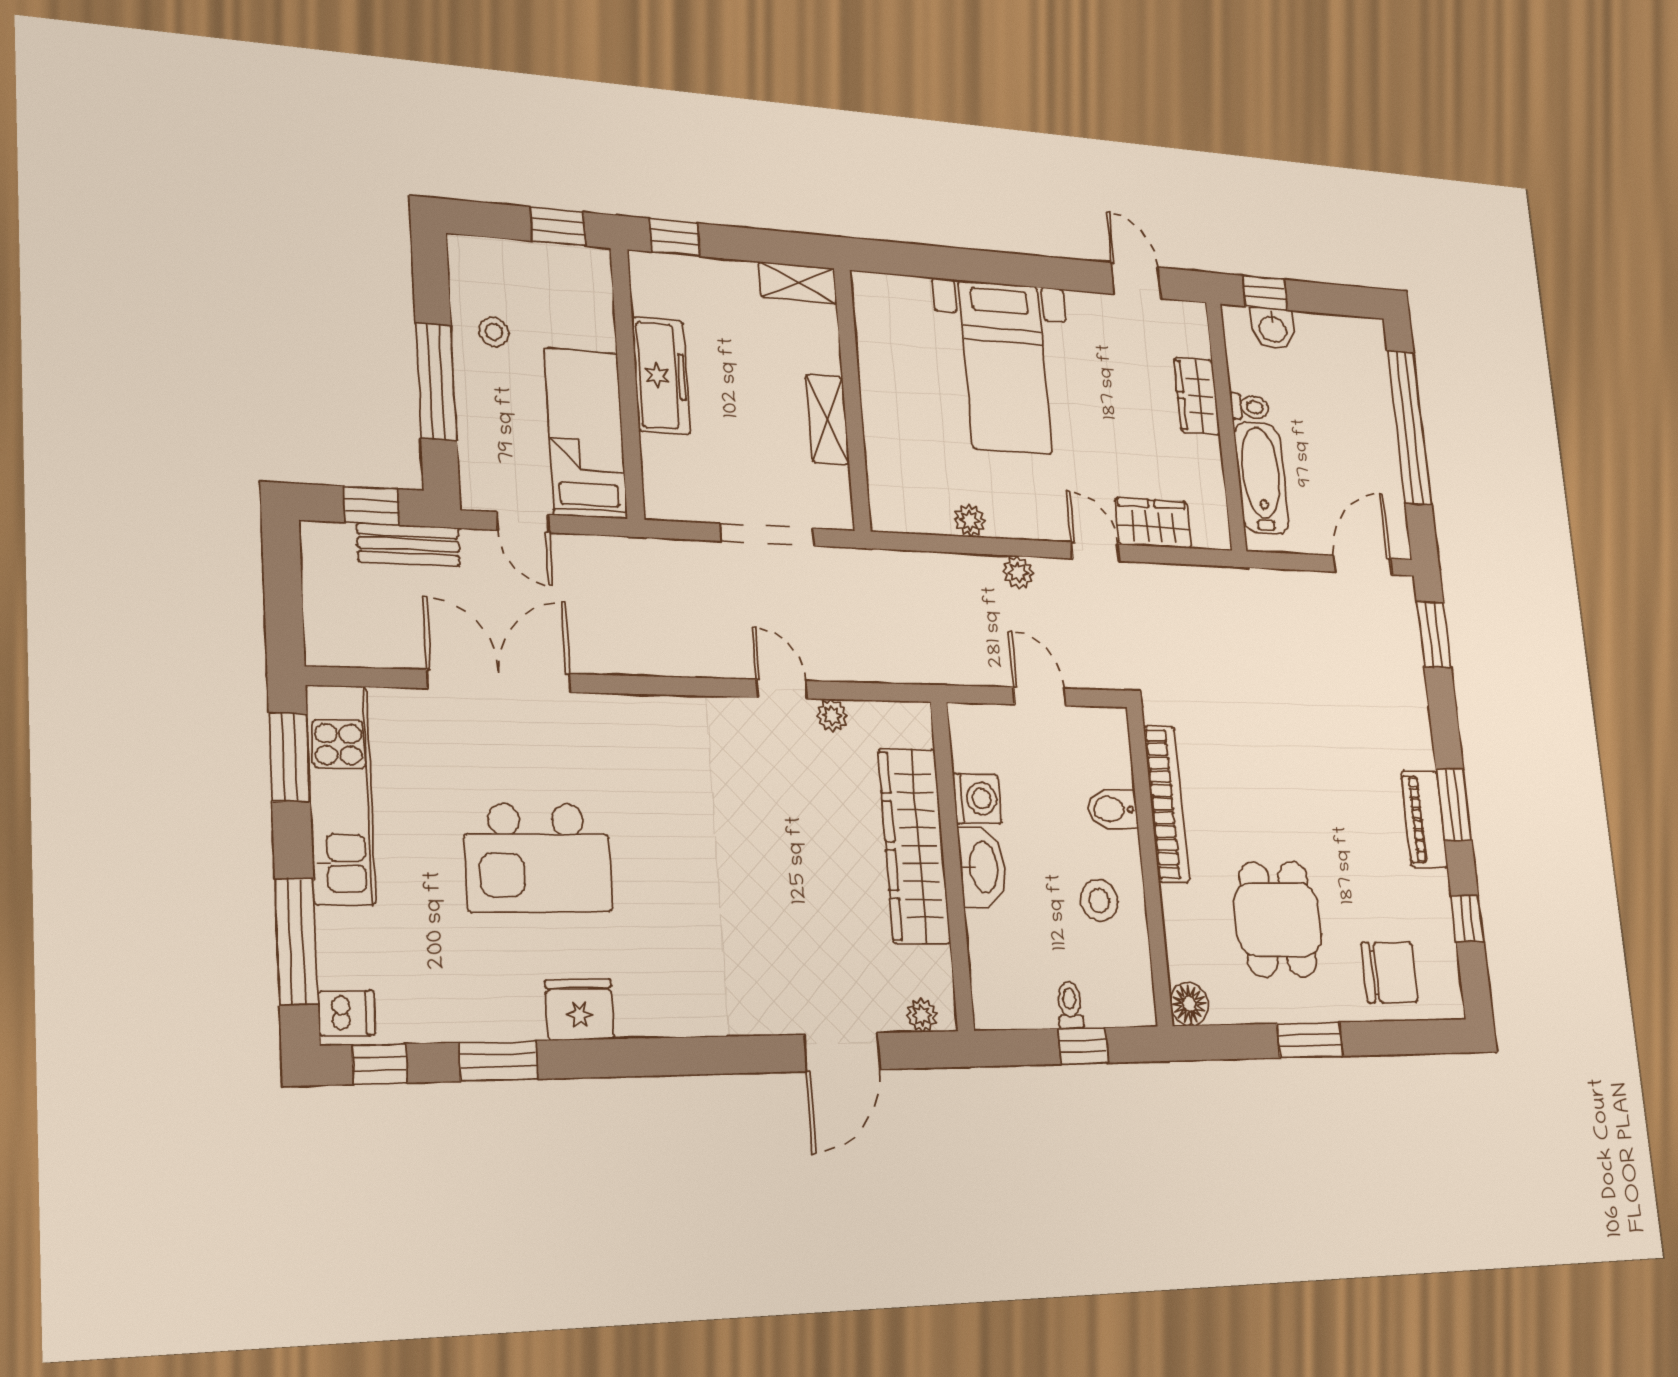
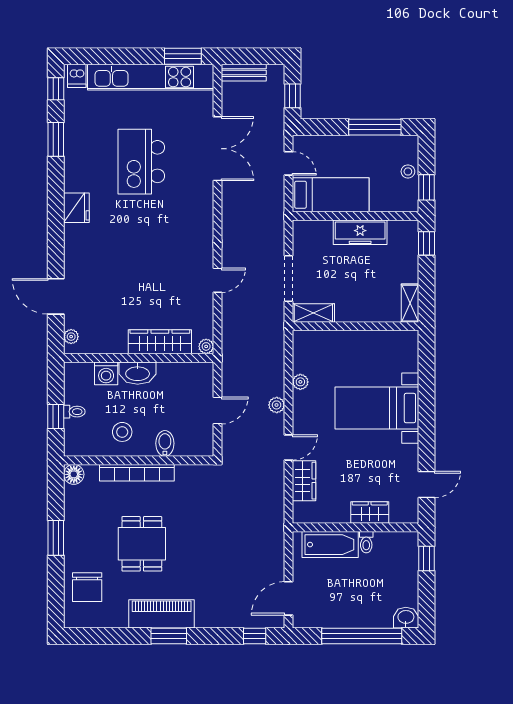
washbasin: (1273, 328) -> (406, 618), moved, turned 90
stool: (494, 332) -> (408, 171), moved
window: (436, 382) -> (375, 127), moved
shelving: (828, 419) -> (313, 313), moved
door: (523, 522) -> (289, 163), swing flipped
bench: (409, 545) -> (244, 73), moved, turned 90
door: (1363, 565) -> (289, 598), swing flipped
window: (1434, 635) -> (255, 636), width x0.67
plant: (832, 715) -> (206, 346), moved
kitchen unit: (341, 795) -> (151, 77), width x1.36
washing machine: (977, 799) -> (106, 373), moved
bookcase: (1167, 804) -> (137, 473), moved
piano: (1424, 819) -> (162, 614), width x1.37, depth x1.33
wardrobe: (914, 846) -> (160, 342), width x0.71, depth x0.85
window: (1467, 918) -> (113, 636), removed
dining table: (1278, 919) -> (142, 544), moved, turned 90
window: (296, 941) -> (106, 56), removed
fridge: (580, 1010) -> (76, 208), moved

